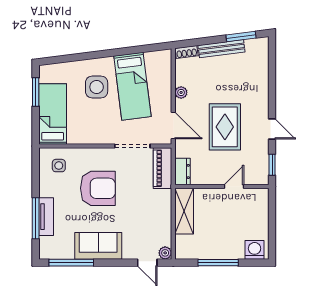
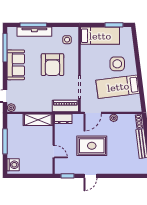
tv unit: (46, 217) -> (34, 32), width x1.41

